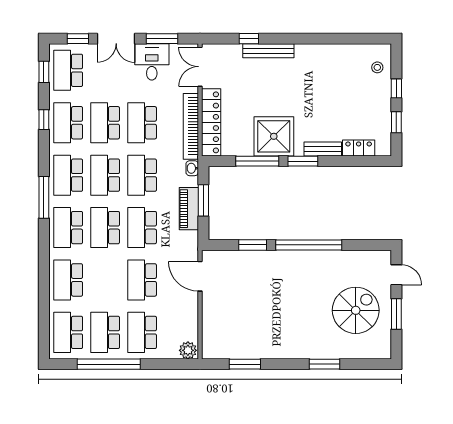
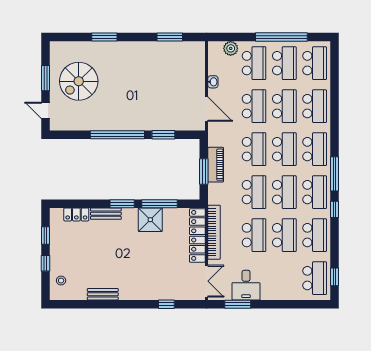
window: (78, 39) -> (307, 304), removed
double door: (116, 39) -> (275, 304), removed
bench: (268, 51) -> (103, 294), moved, width x0.73
window: (44, 120) -> (335, 209), moved
shower: (274, 136) -> (150, 220), width x0.73, depth x0.73
washbasin: (192, 168) -> (213, 82), moved
school desk: (105, 280) -> (284, 106), added
plant: (188, 350) -> (231, 48), moved

